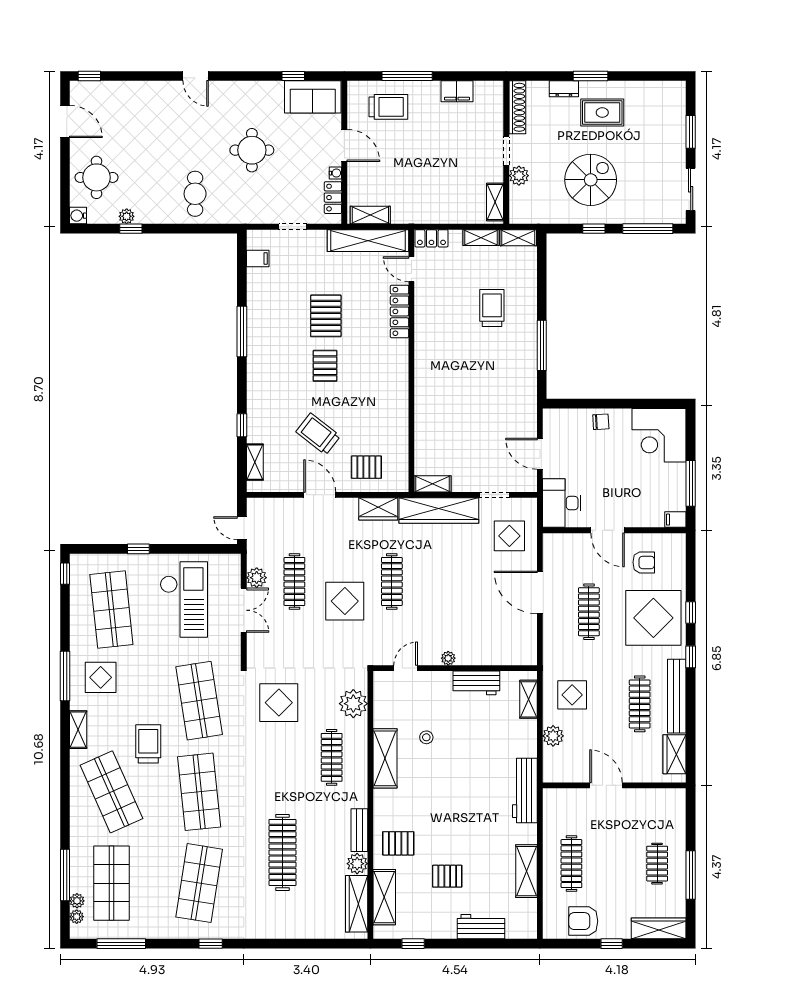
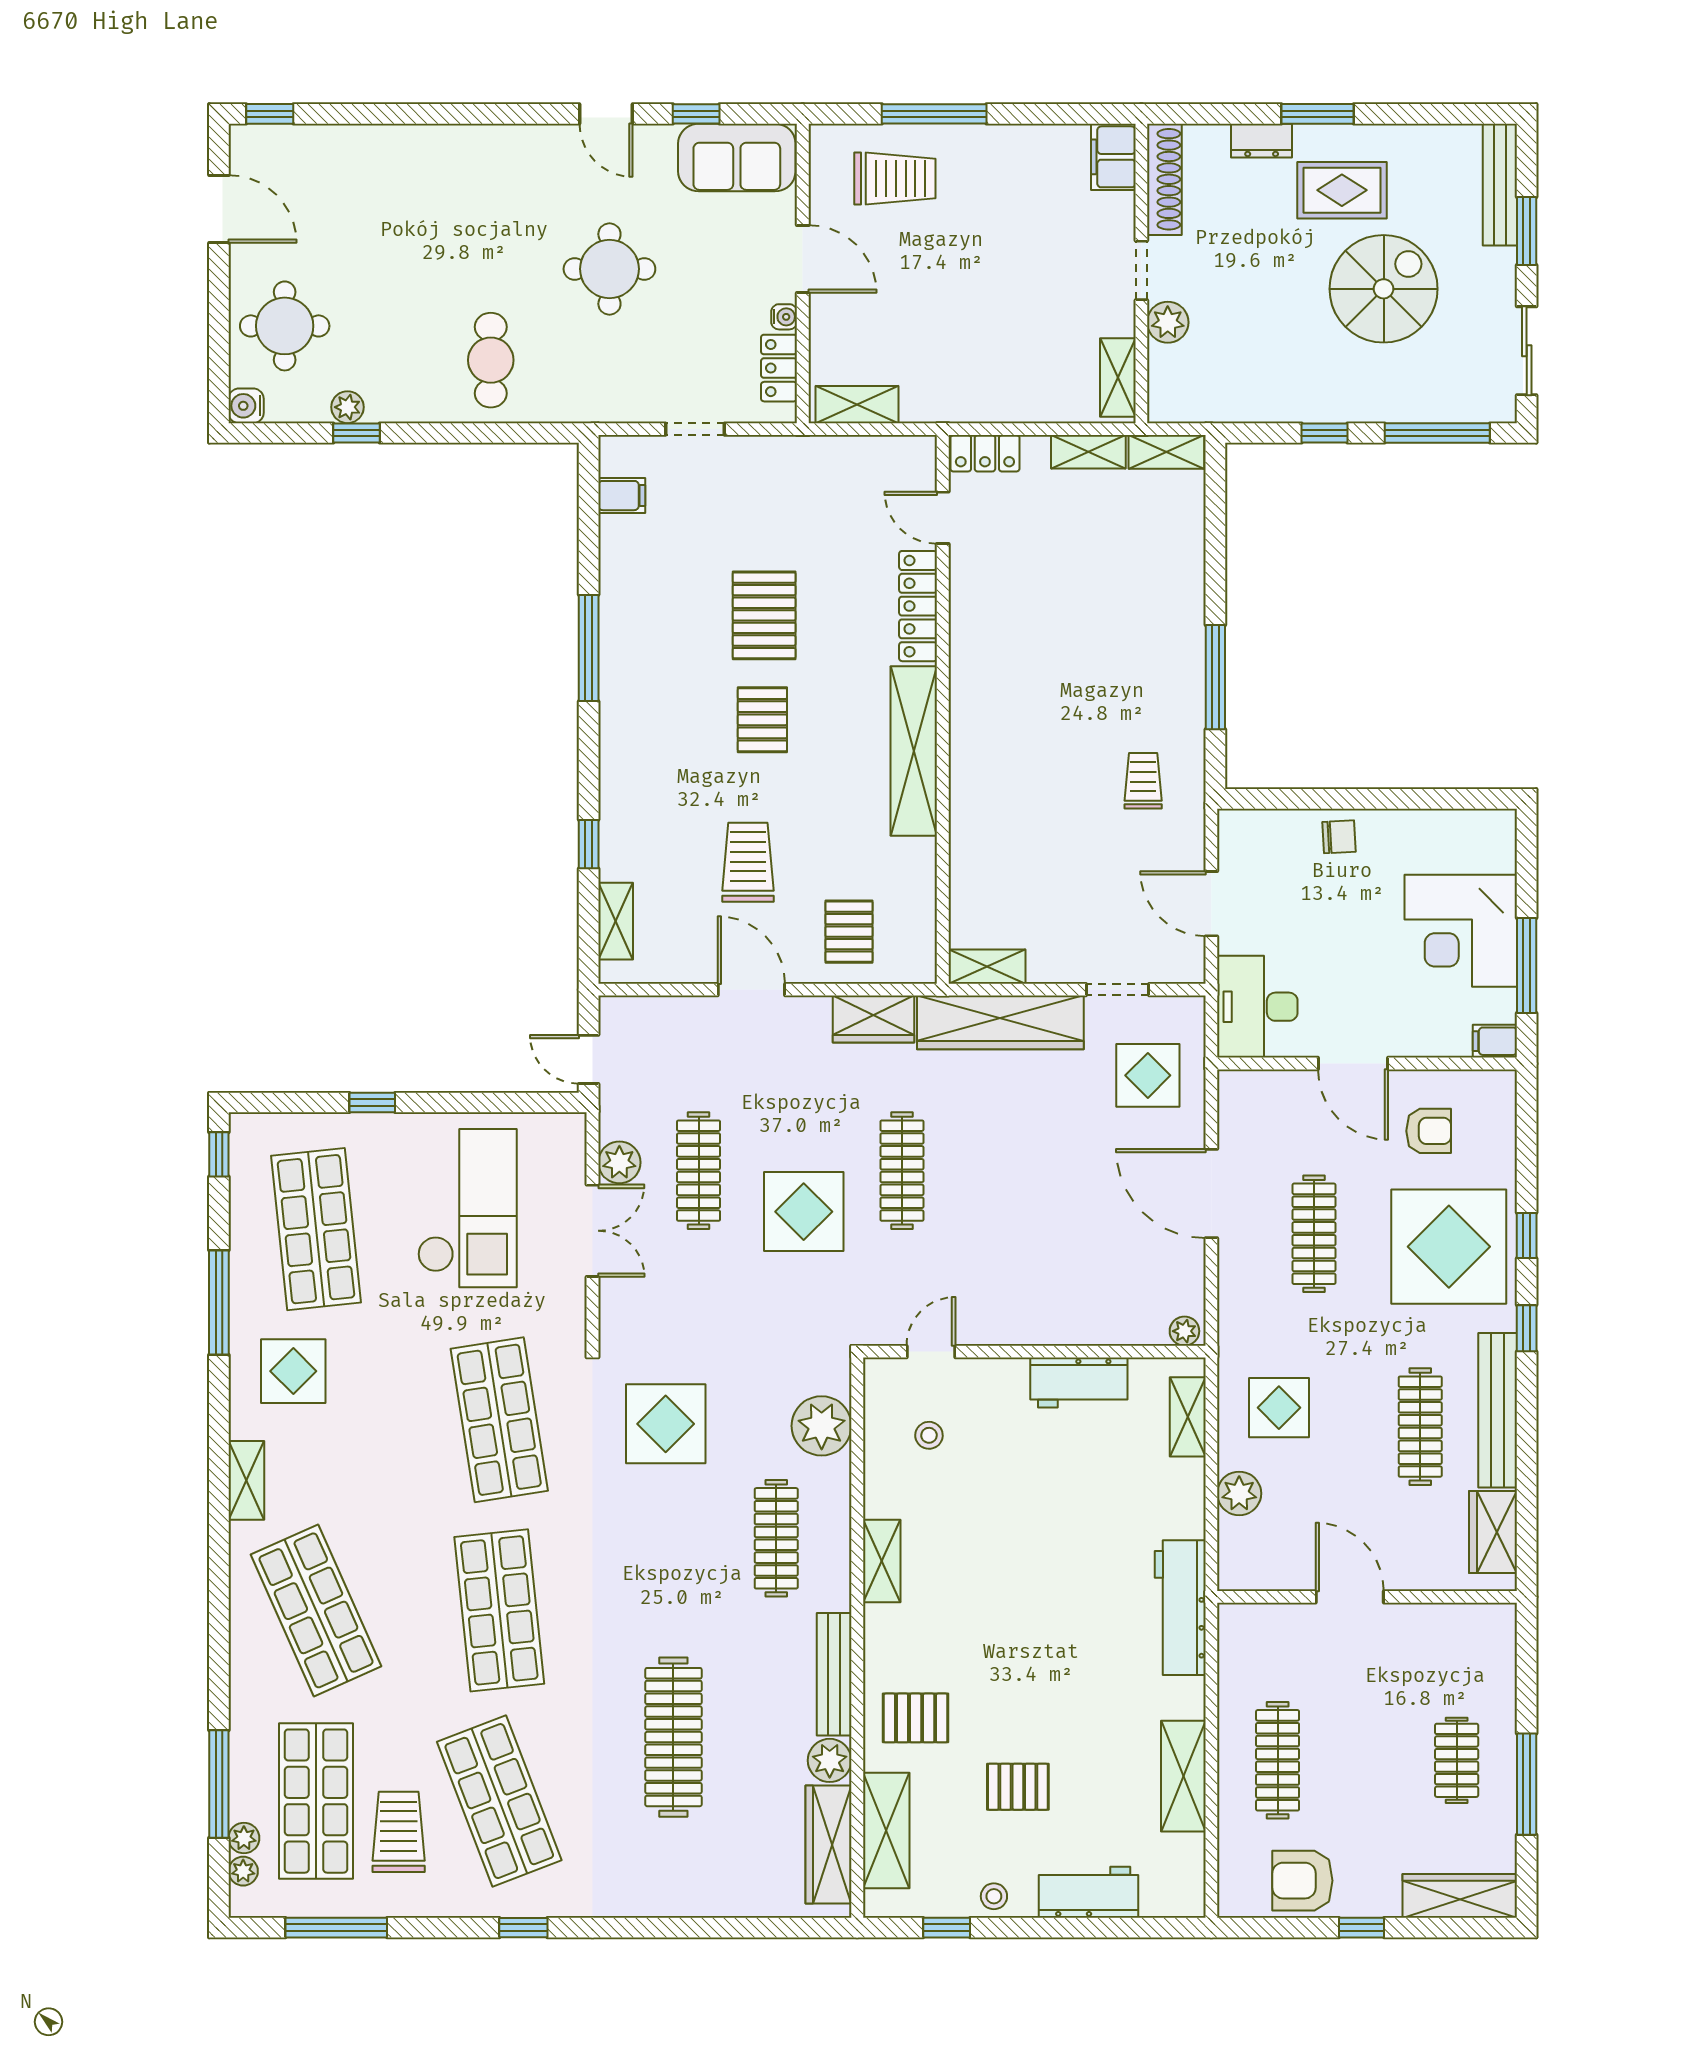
door: (196, 76) -> (606, 114), moved
filing cabinet: (457, 91) -> (1113, 157), moved, turned 90
bench: (678, 110) -> (1500, 185), added
spiral stairs: (591, 180) -> (1384, 289), moved
shelving: (368, 241) -> (914, 751), moved, turned 90
trolley: (492, 308) -> (1143, 781), moved, width x0.73, depth x0.72
trolley: (318, 434) -> (748, 862), turned 52
corner desk: (659, 435) -> (1461, 931), moved
pallet: (366, 467) -> (849, 932), turned 90
plant: (448, 658) -> (1184, 1331), moved
window: (65, 676) -> (219, 1303), moved
stool: (426, 737) -> (929, 1435), moved
trolley: (148, 744) -> (399, 1832), moved
shelving: (385, 758) -> (882, 1561), width x0.67, depth x0.75
bench: (359, 830) -> (834, 1674), width x1.36
shop shelf: (199, 883) -> (499, 1801), turned -30
stool: (436, 929) -> (994, 1896), added

